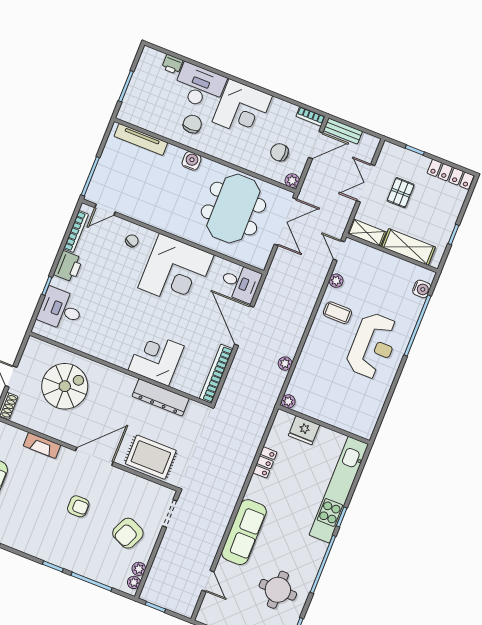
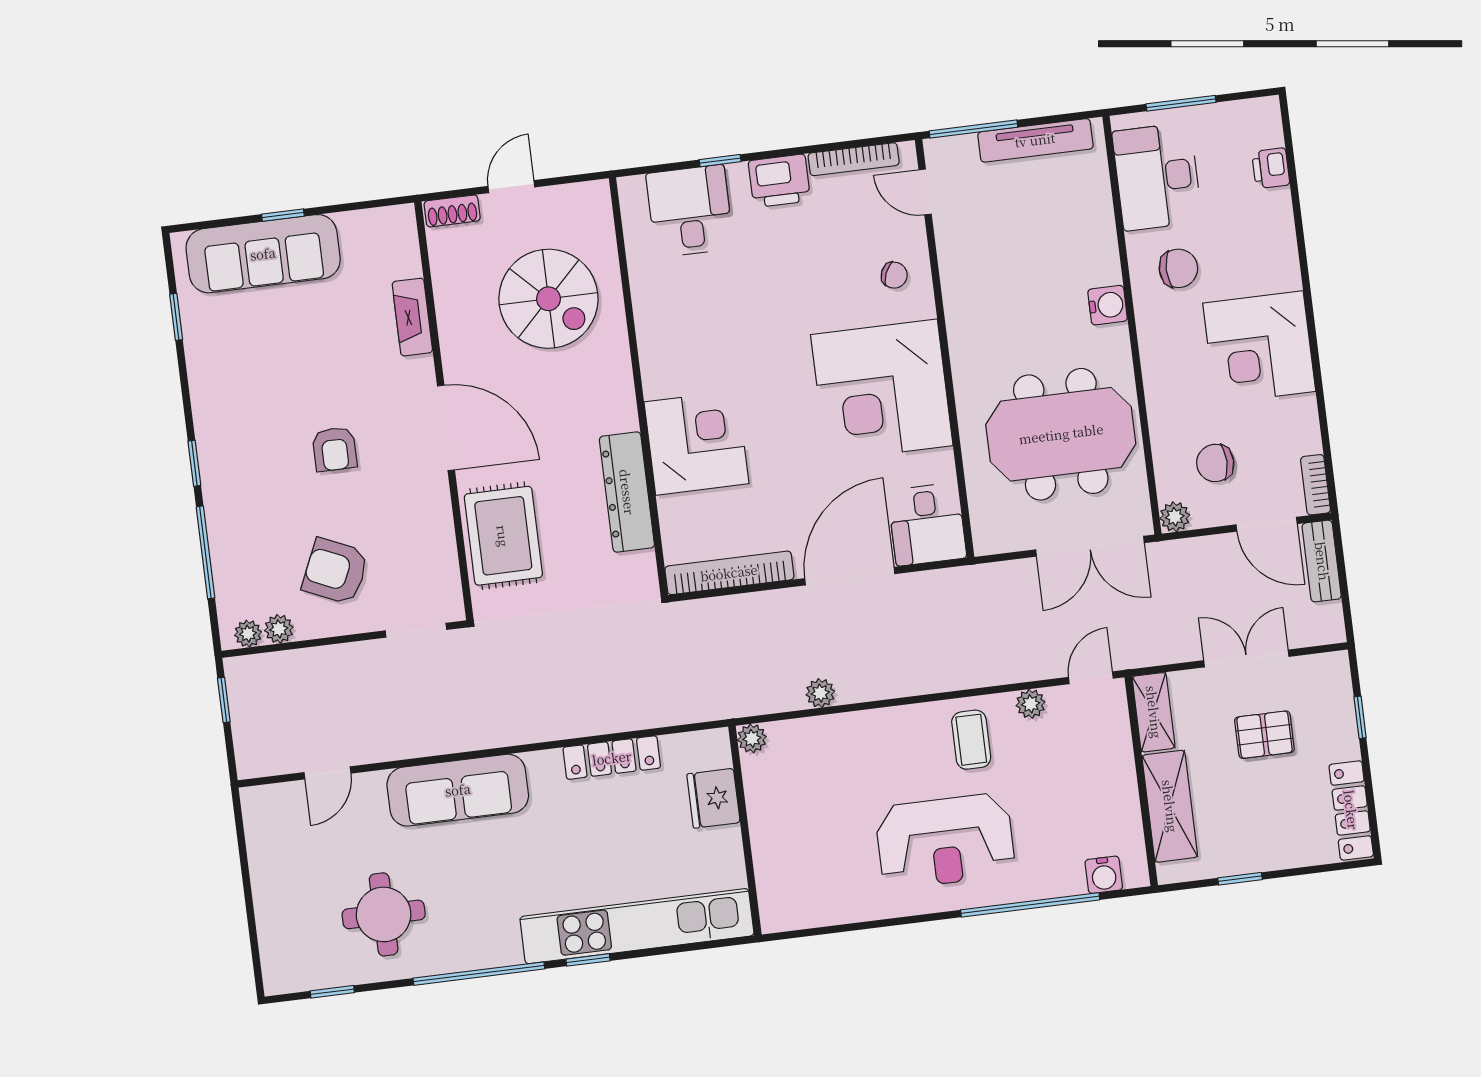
desk: (199, 86) -> (1157, 177), moved, turned 180
tv unit: (141, 139) -> (1035, 140), moved, turned -90
chair: (279, 152) -> (1215, 463), turned -90
locker: (265, 462) -> (612, 758), width x1.53

